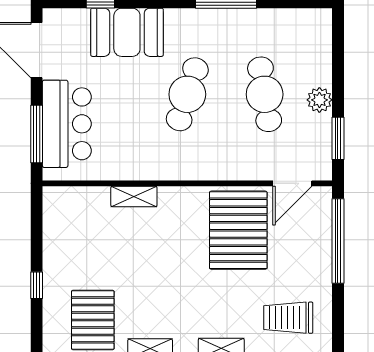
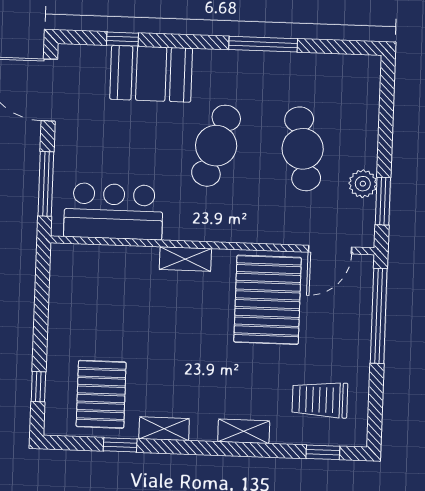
plant: (319, 100) -> (363, 184), moved
bar counter: (67, 124) -> (113, 211), moved, turned -90
shelving: (134, 196) -> (185, 259), moved
window: (37, 285) -> (38, 387), moved

